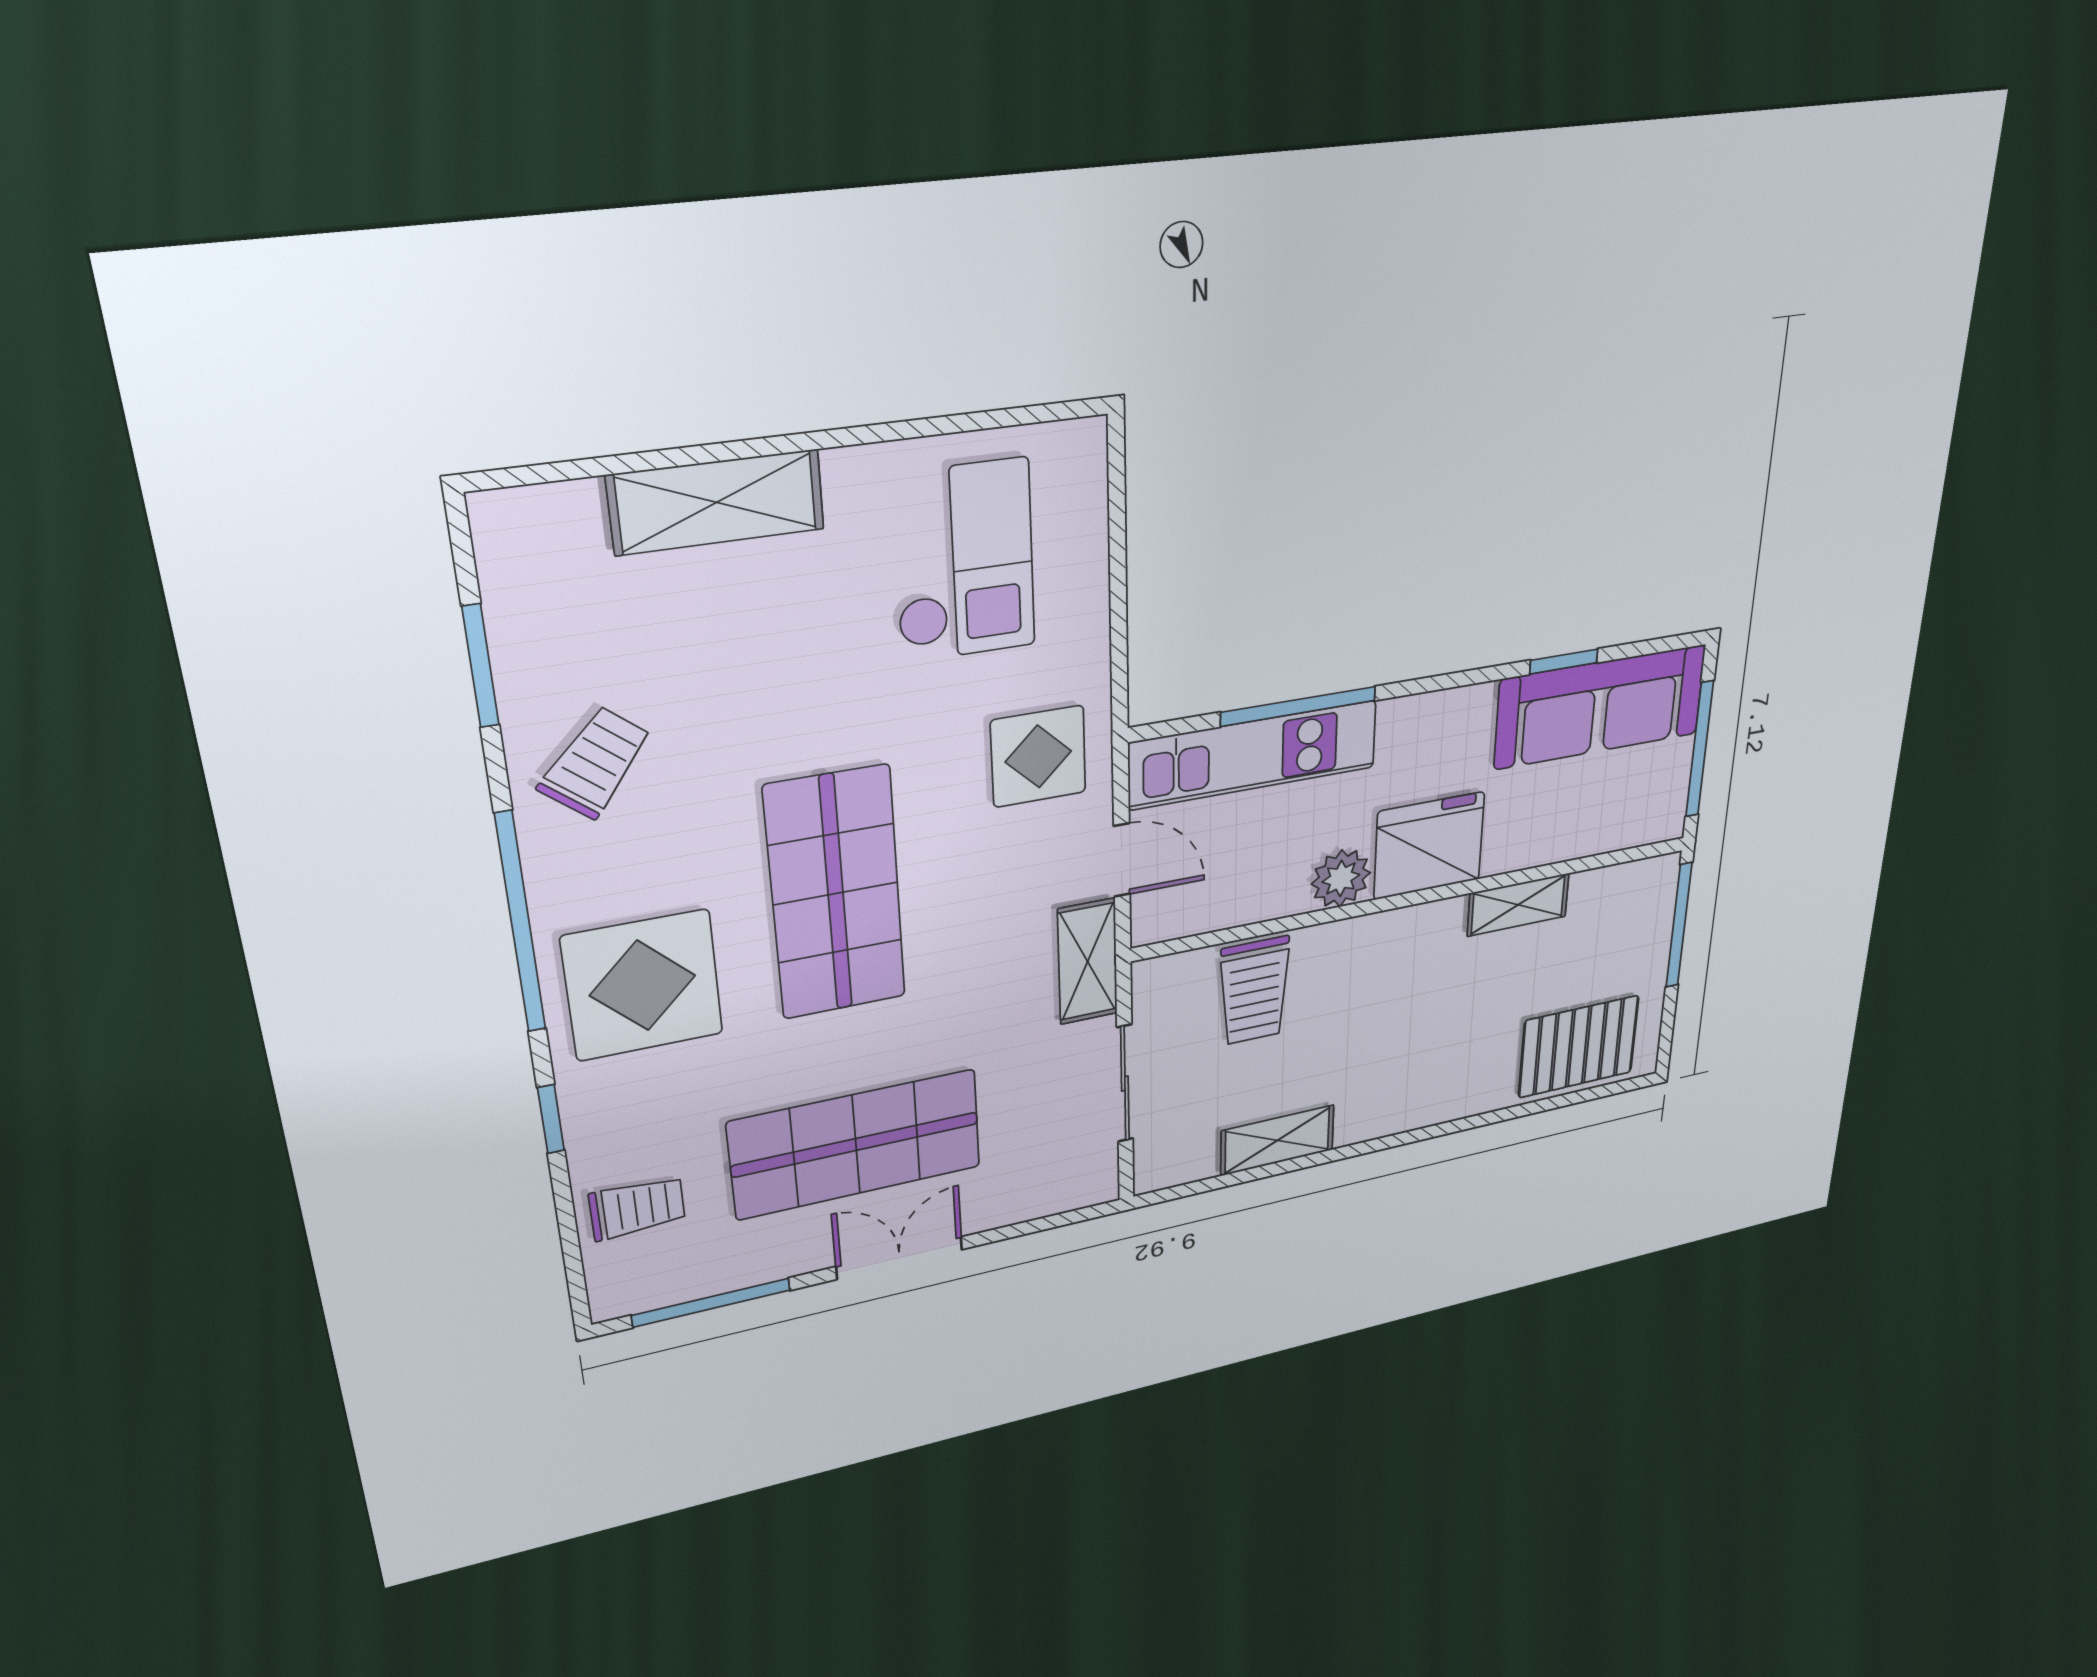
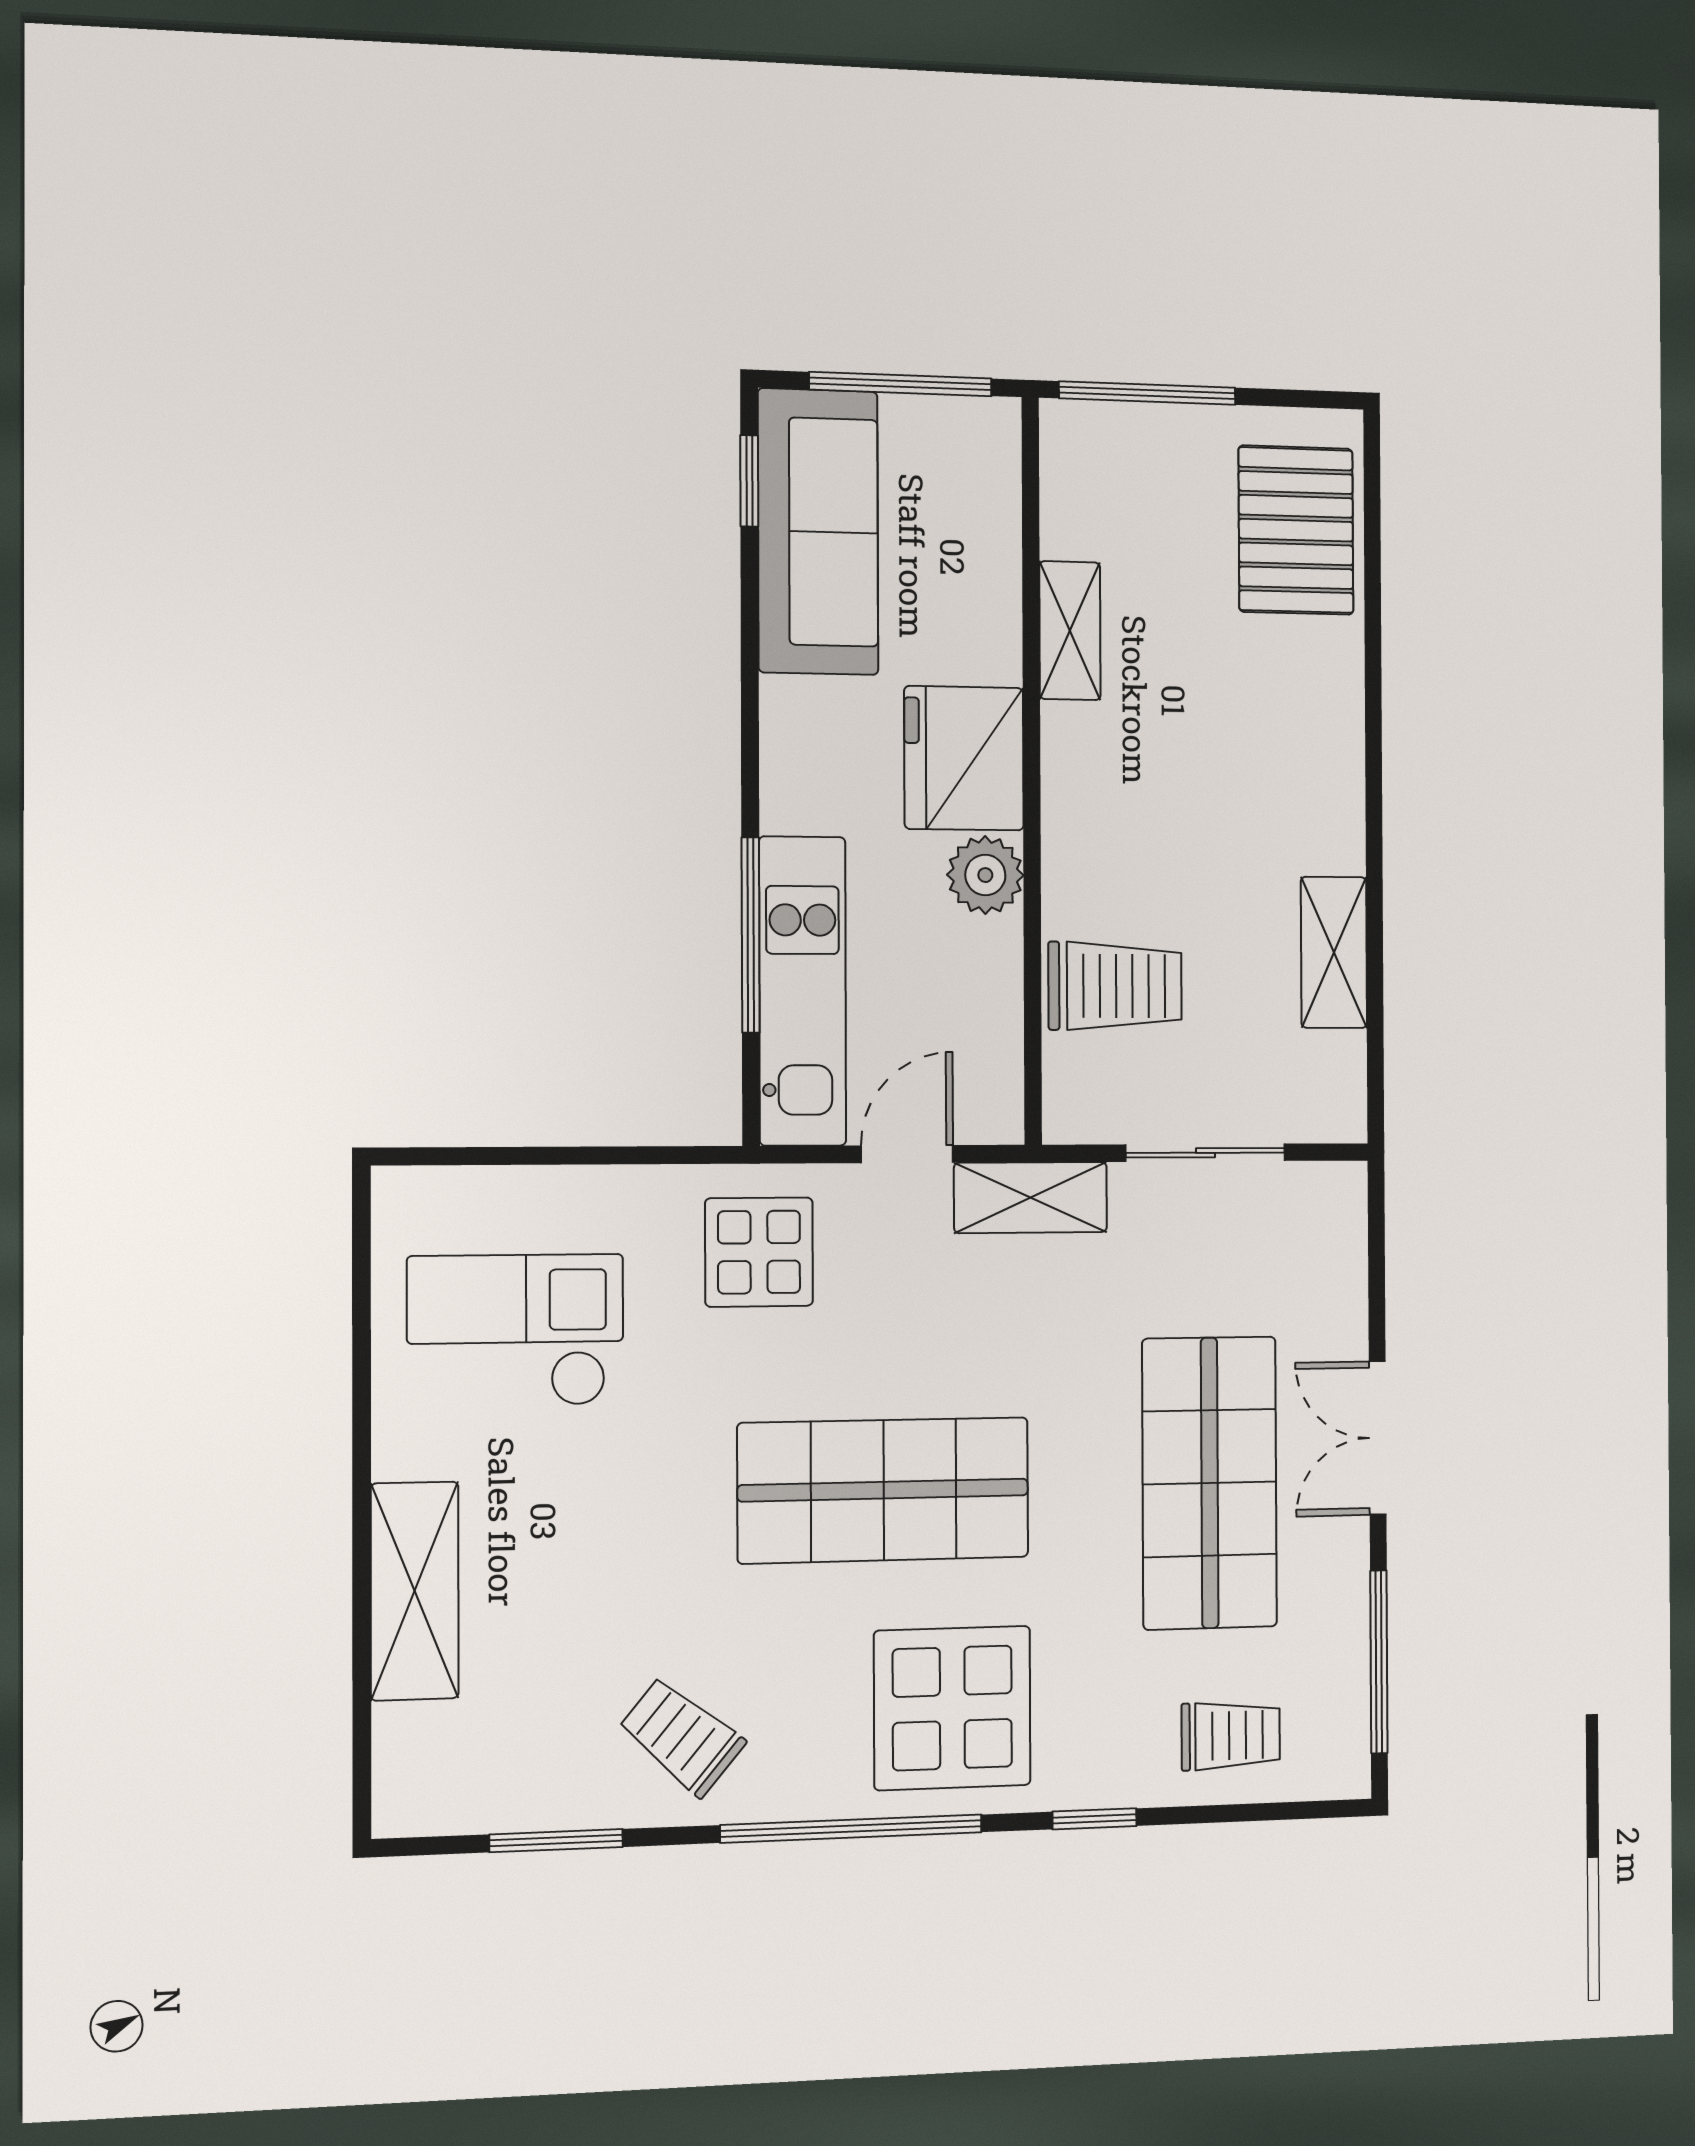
window: (1564, 662) -> (749, 481), moved
trolley: (637, 1208) -> (1231, 1736), turned 90

